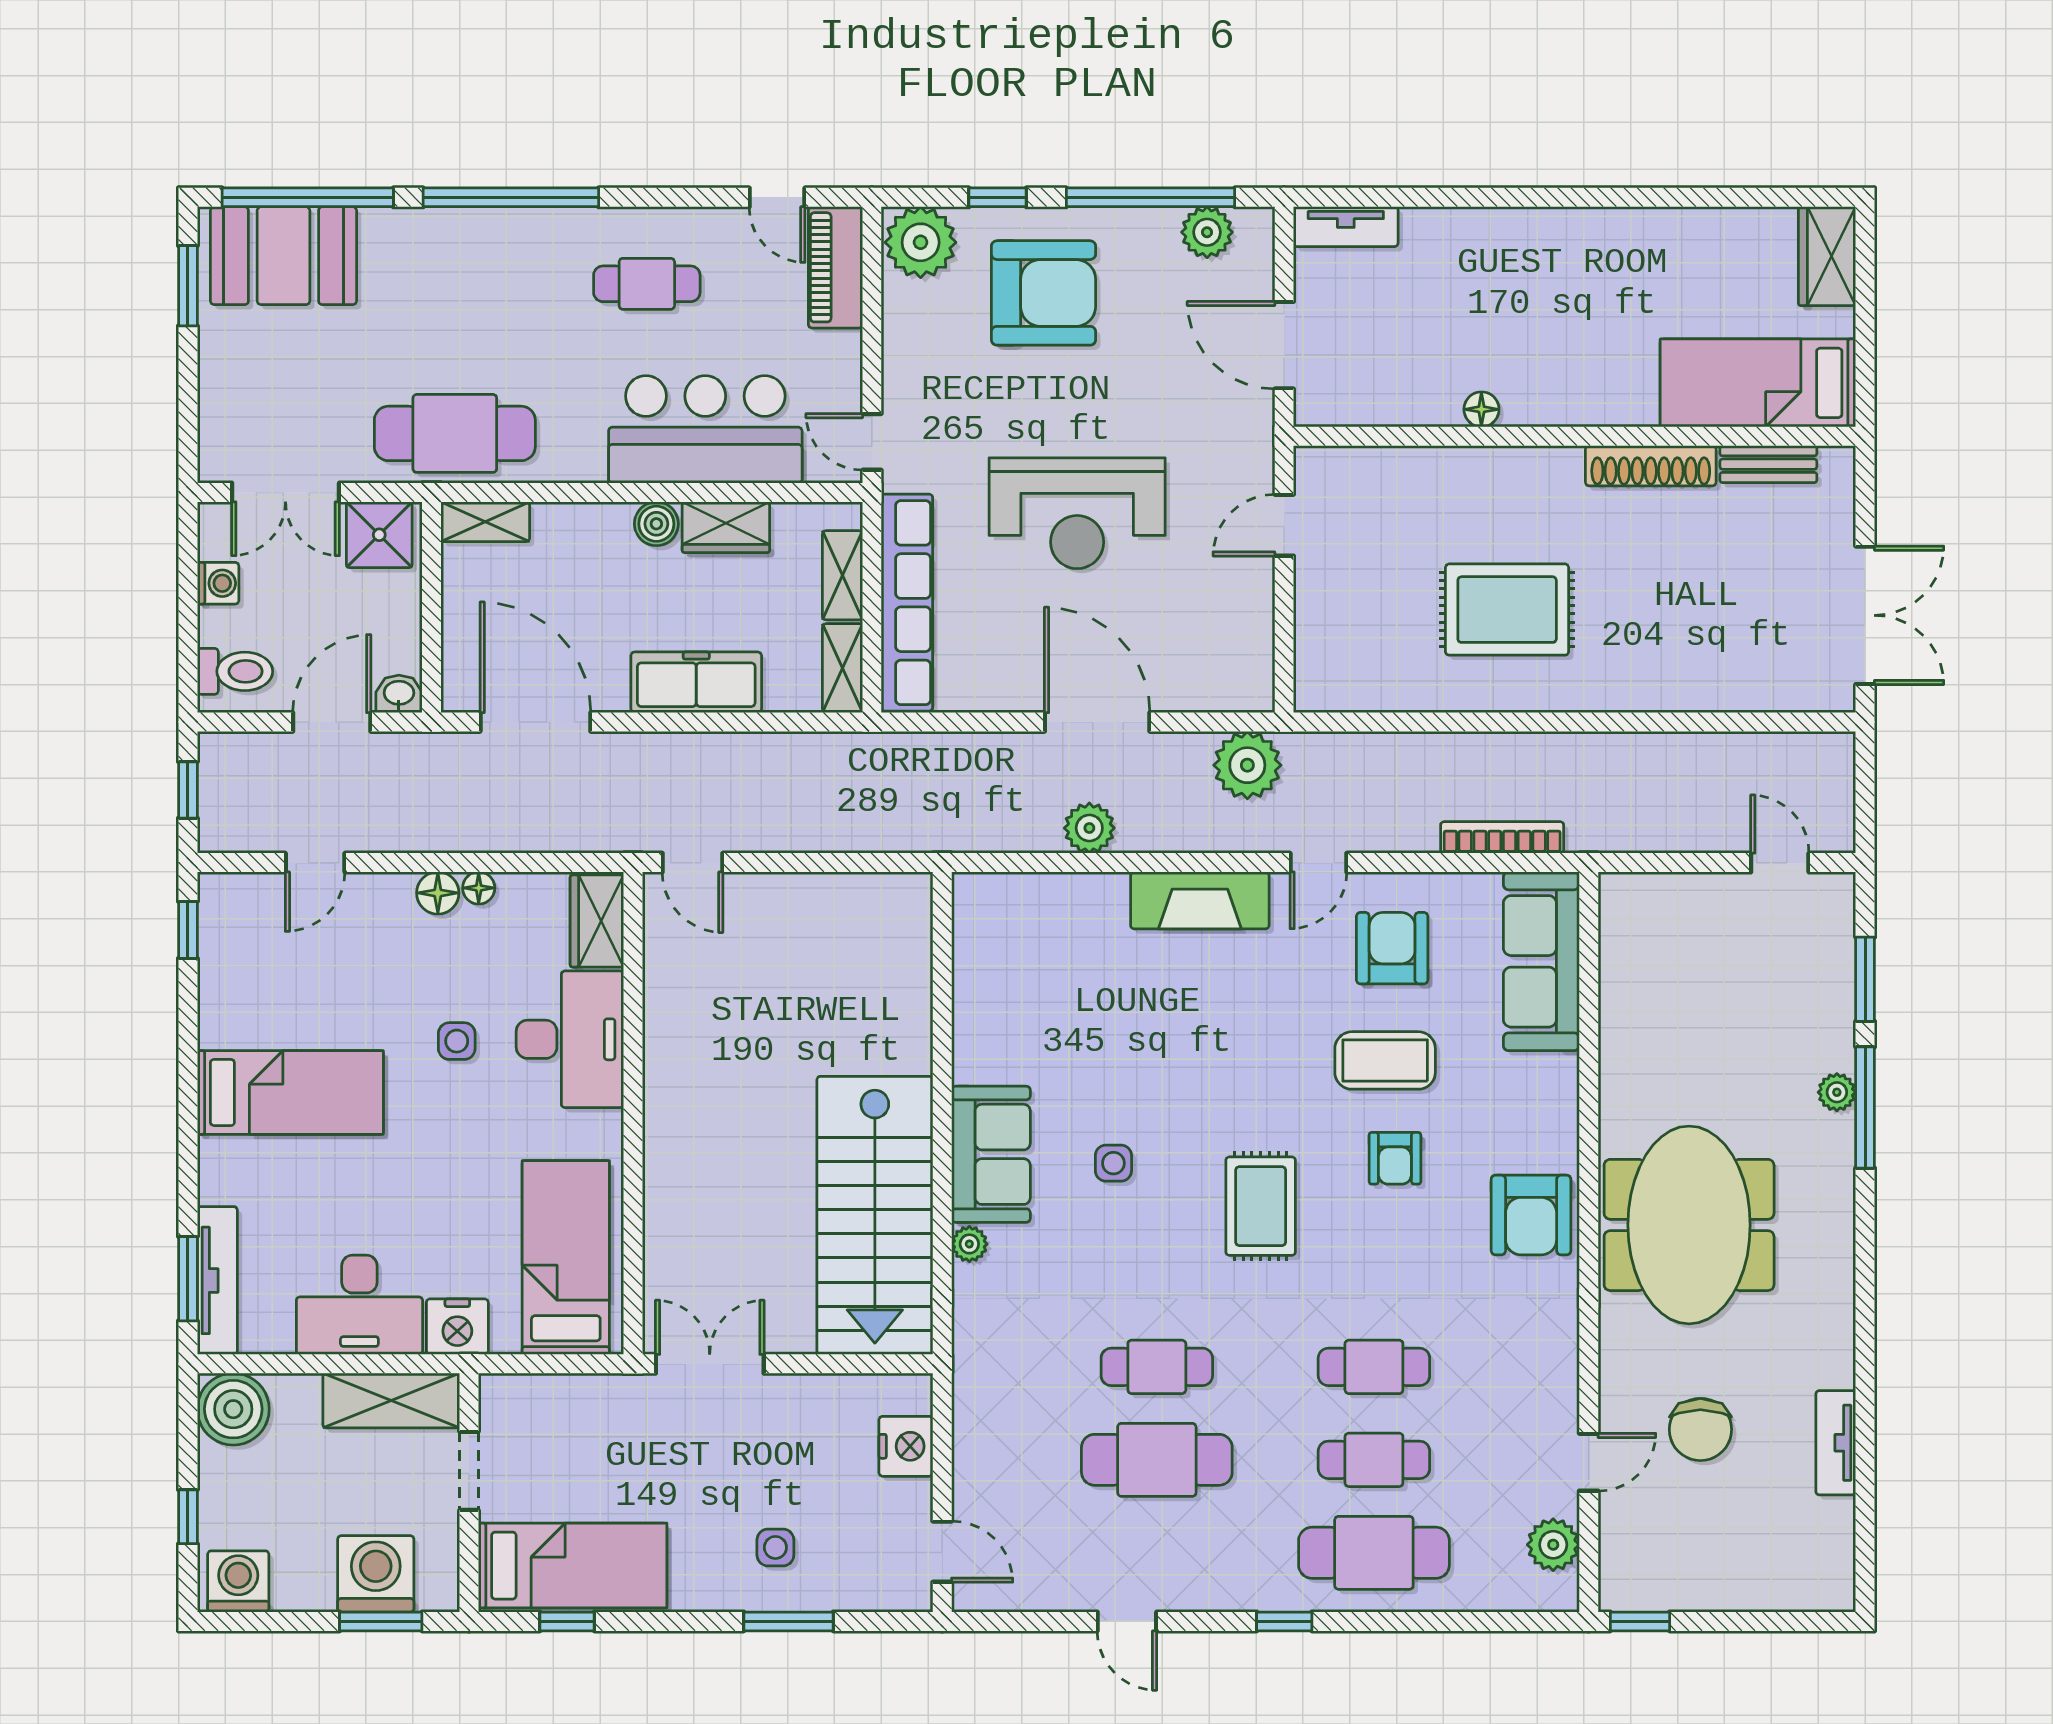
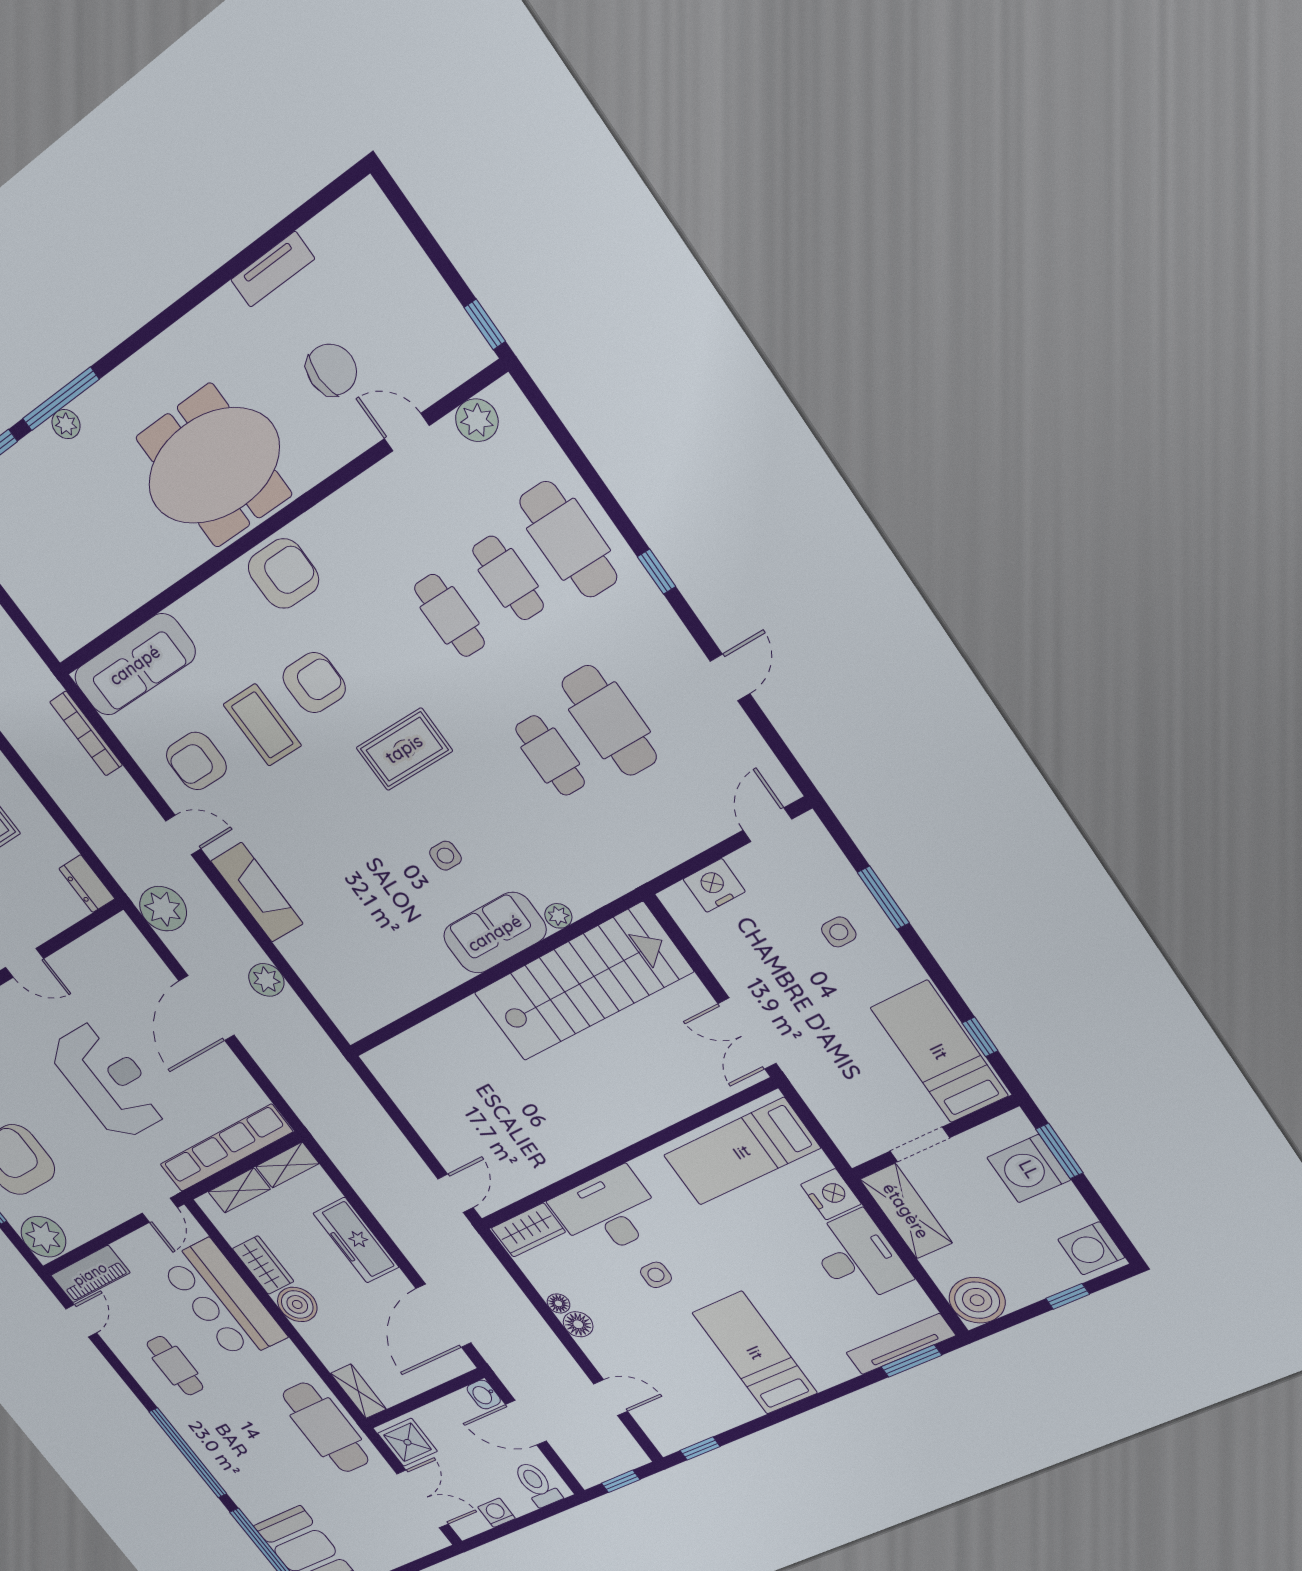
boiler: (656, 524) -> (297, 1304), width x1.36, depth x1.36
dresser: (1332, 691) -> (87, 884), added
armchair: (1395, 1158) -> (314, 683), width x1.38, depth x1.38

